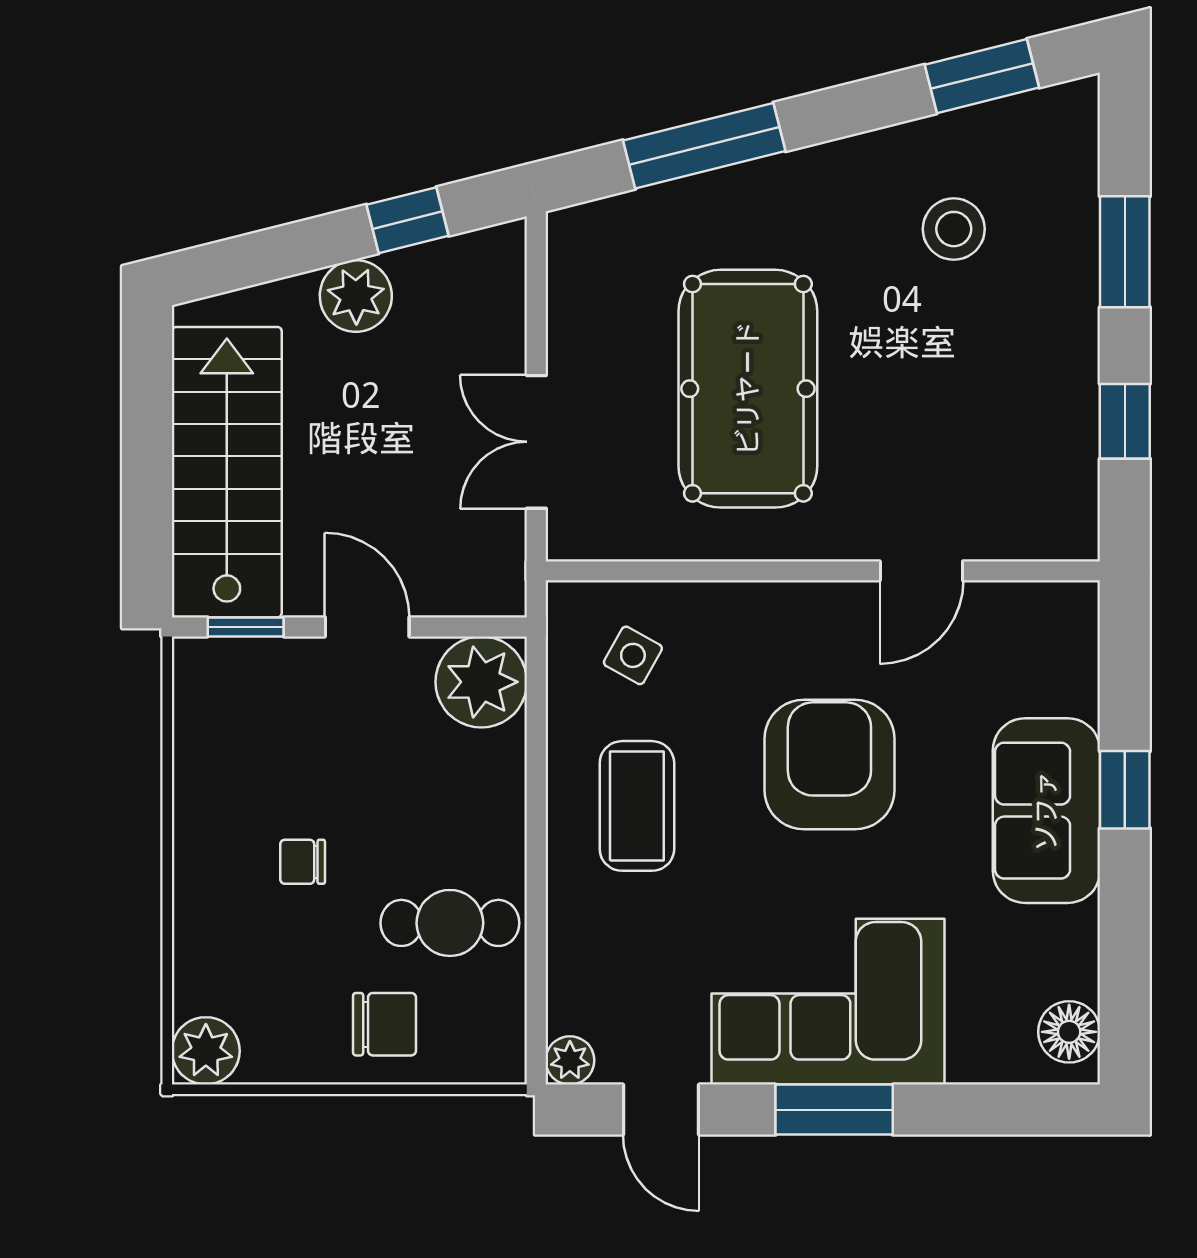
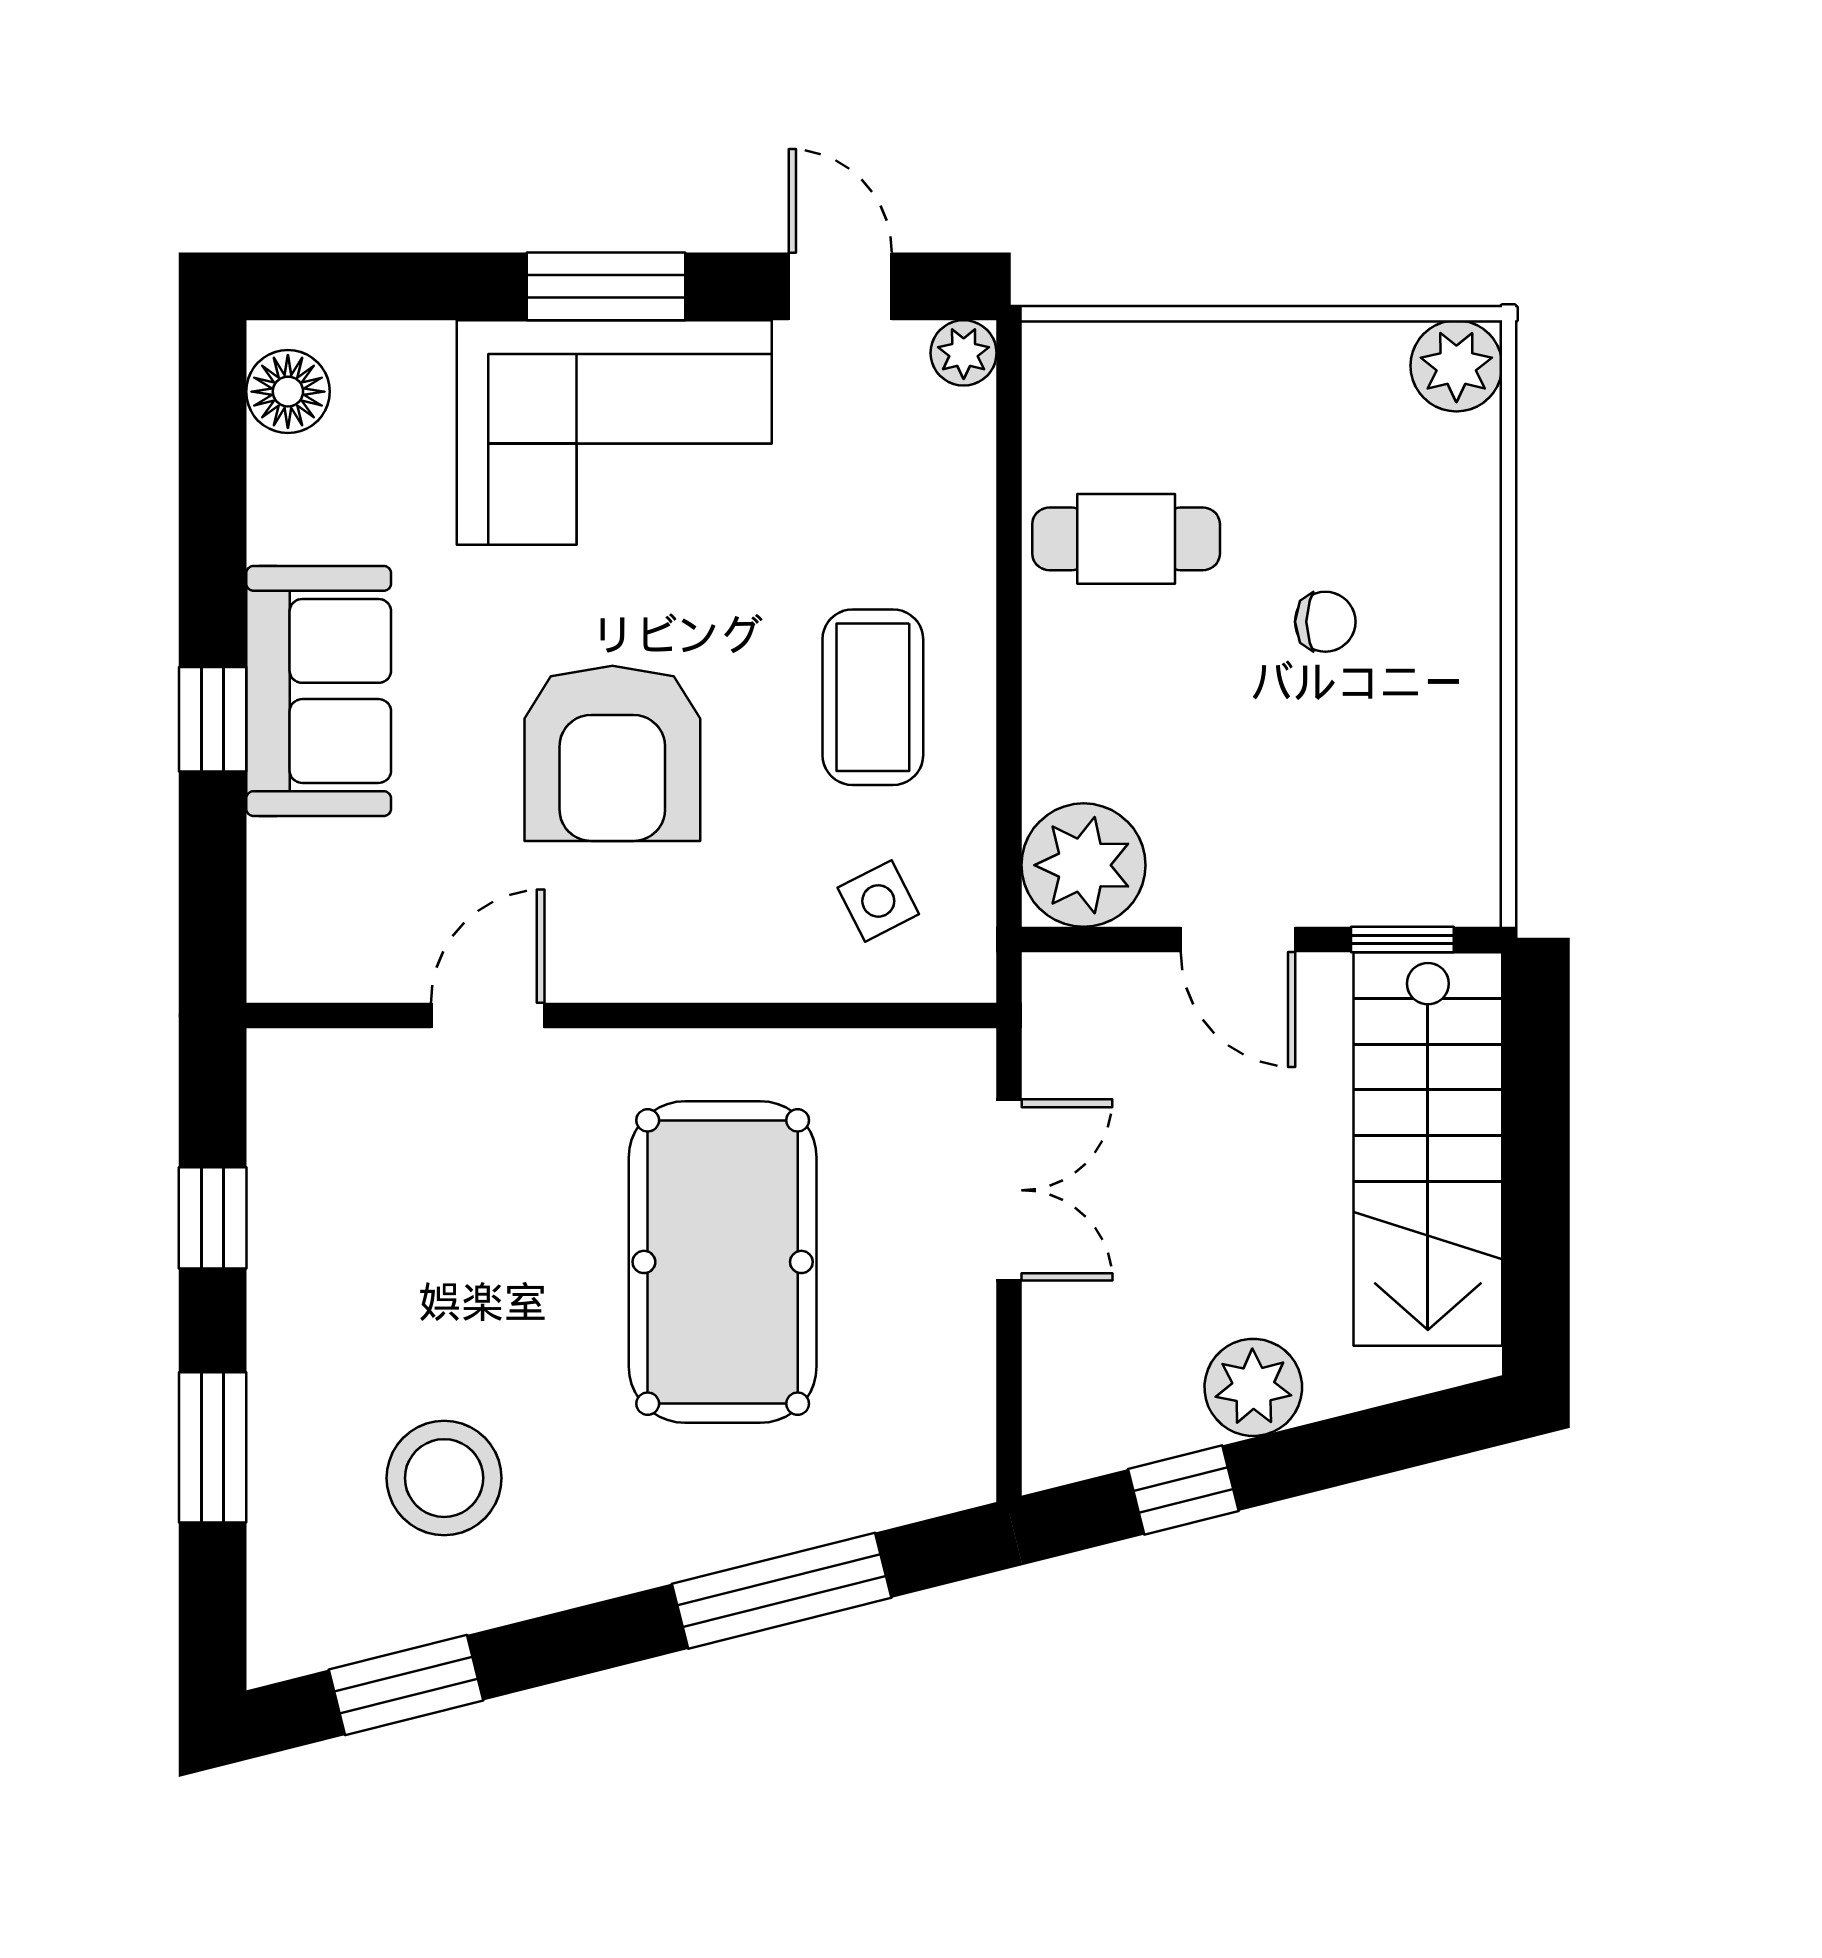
stool: (954, 229) -> (444, 1478), width x1.38, depth x1.38
side table: (633, 655) -> (878, 901), turned 34
chair: (384, 1024) -> (1215, 402), removed

